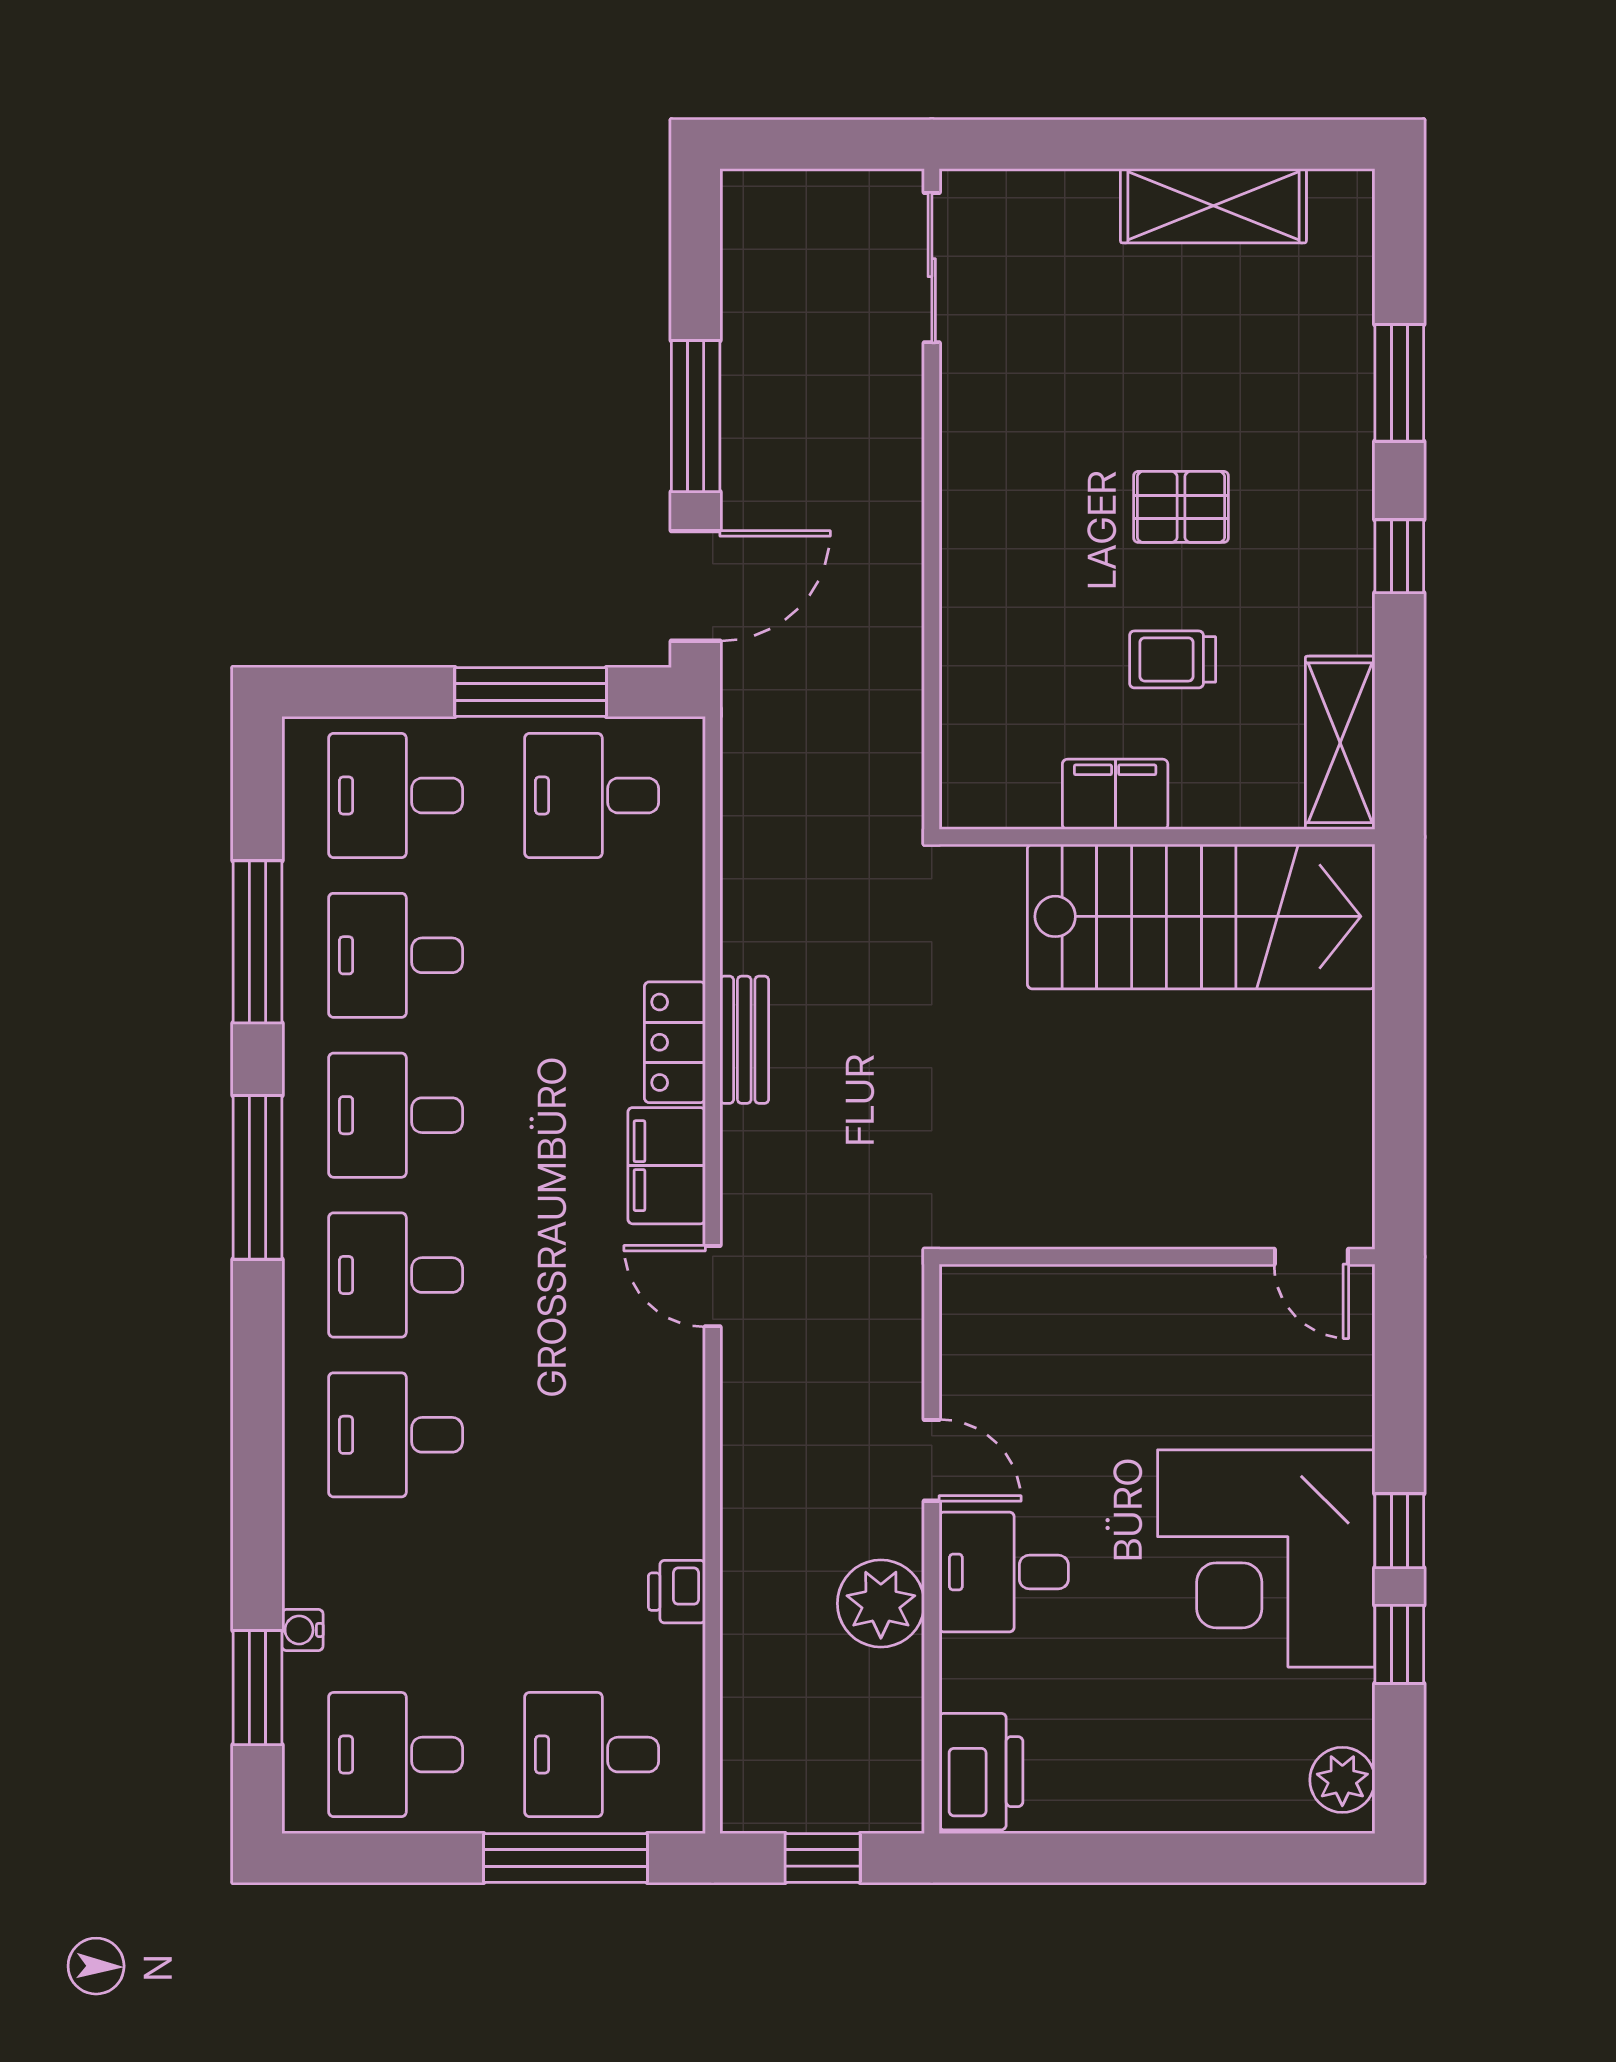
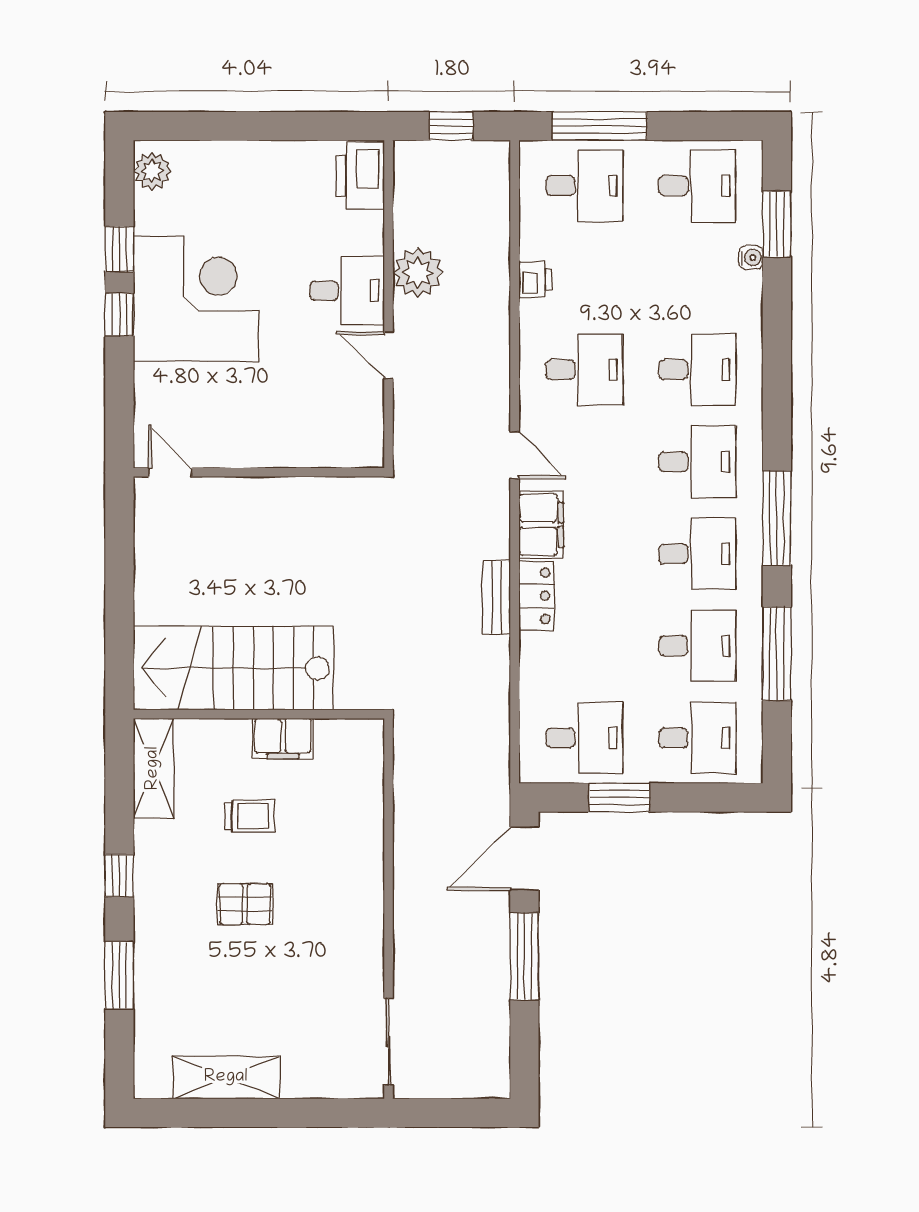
window: (531, 692) -> (620, 797), width x0.69
desk: (592, 1435) -> (584, 370), added

